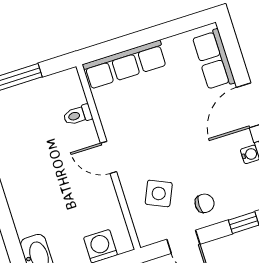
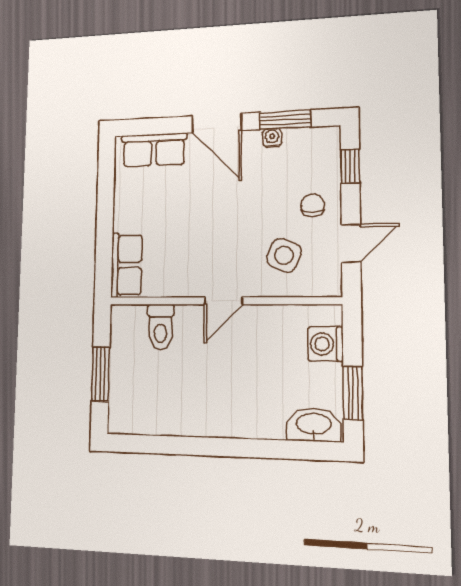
row of seats: (125, 65) -> (126, 265), width x0.68
toilet: (78, 115) -> (161, 327), width x1.37, depth x1.39

